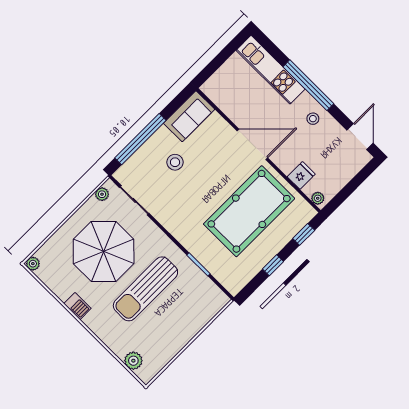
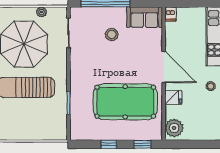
dishwasher: (210, 90) -> (170, 14), added
fridge: (301, 175) -> (173, 97), moved
plant: (102, 194) -> (41, 12), moved
plant: (318, 198) -> (174, 128), width x1.88, depth x1.88

